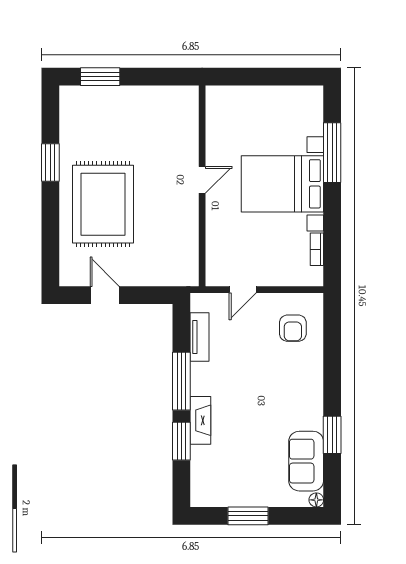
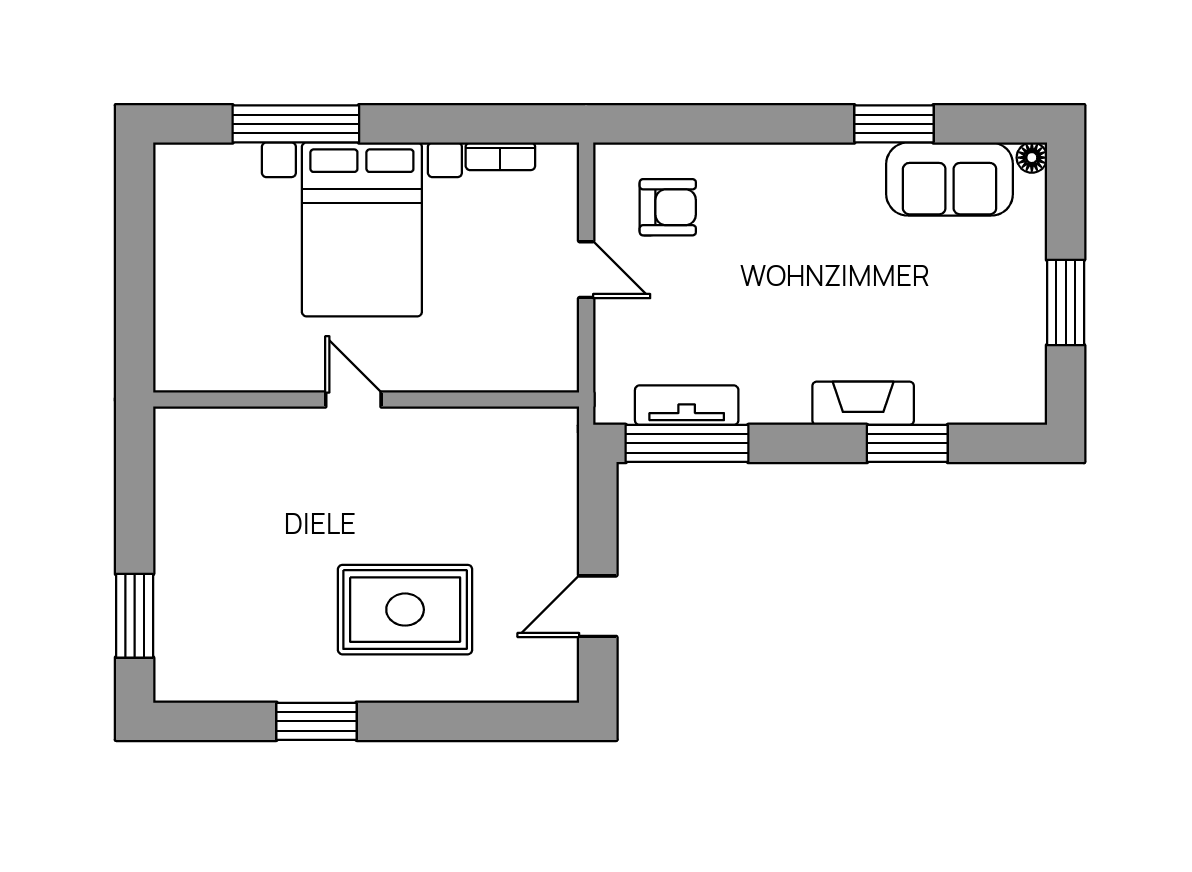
rug: (103, 204) -> (405, 610), width x0.73, depth x0.69
door: (243, 290) -> (586, 270), moved
window: (181, 381) -> (687, 443), moved

